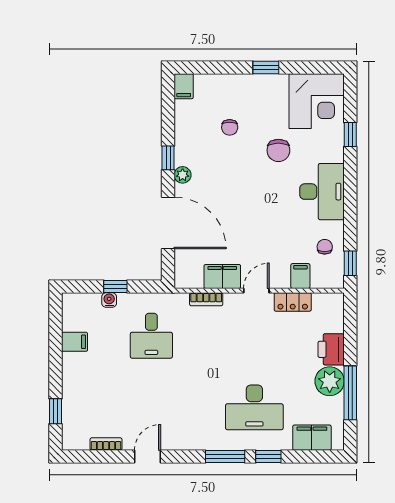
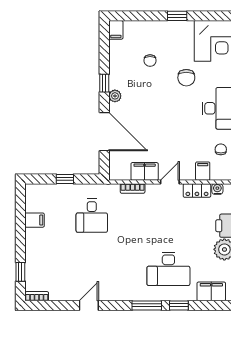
water cooler: (109, 300) -> (217, 189), moved
bookcase: (106, 444) -> (37, 296), moved

